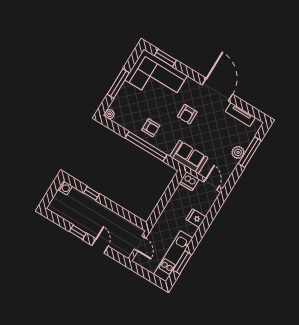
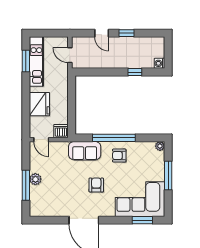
tv unit: (240, 115) -> (52, 211), removed
sofa: (189, 157) -> (85, 151), moved
fridge: (196, 218) -> (39, 104), width x1.88, depth x1.34

